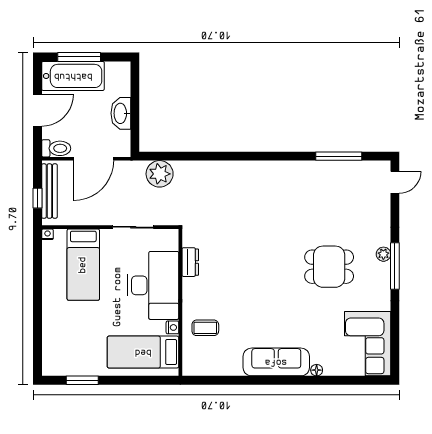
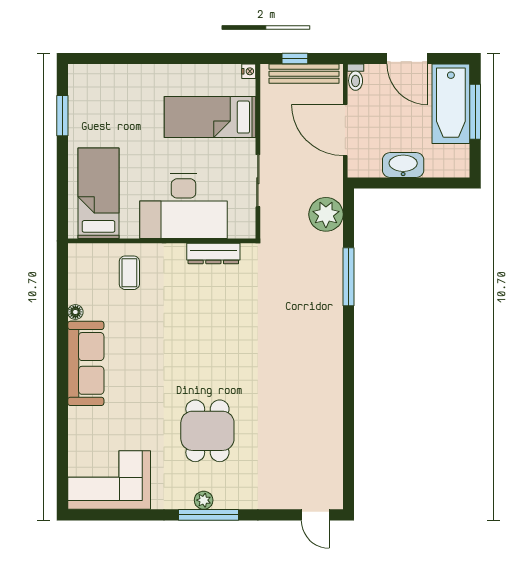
toilet: (56, 148) -> (356, 77), width x0.73, depth x0.72
window: (339, 156) -> (348, 277), moved
plant: (383, 254) -> (204, 500), moved
dresser: (190, 262) -> (213, 253), width x1.44
nightstand: (172, 327) -> (130, 231), removed
floor lamp: (317, 370) -> (75, 312), moved

